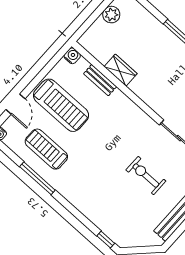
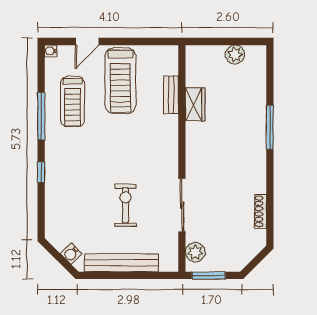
water cooler: (72, 56) -> (71, 254), moved, turned 135
treadmill: (46, 149) -> (72, 102), turned 180
window: (106, 240) -> (41, 172), moved

